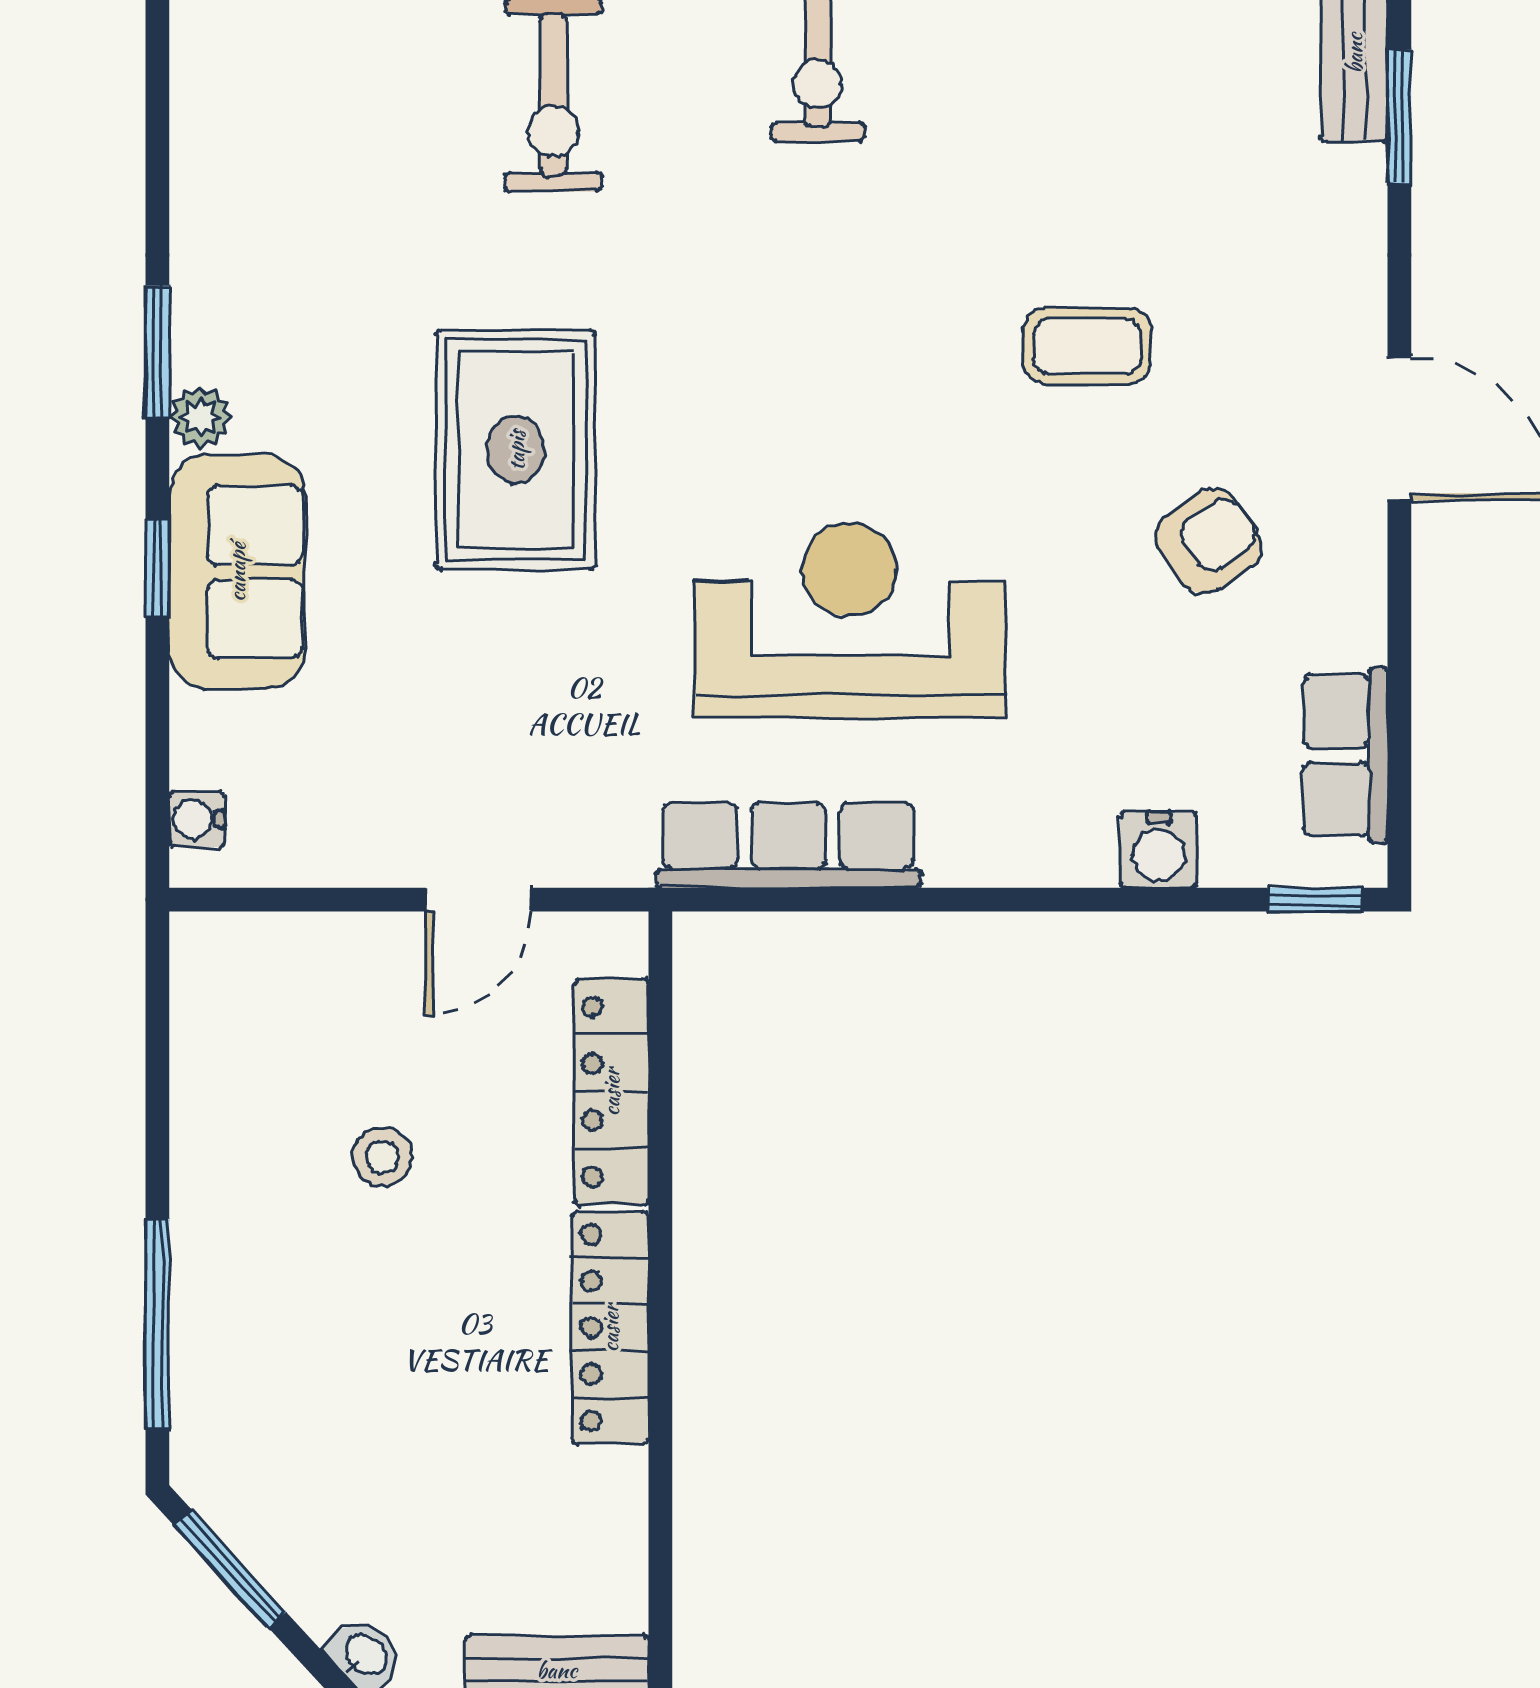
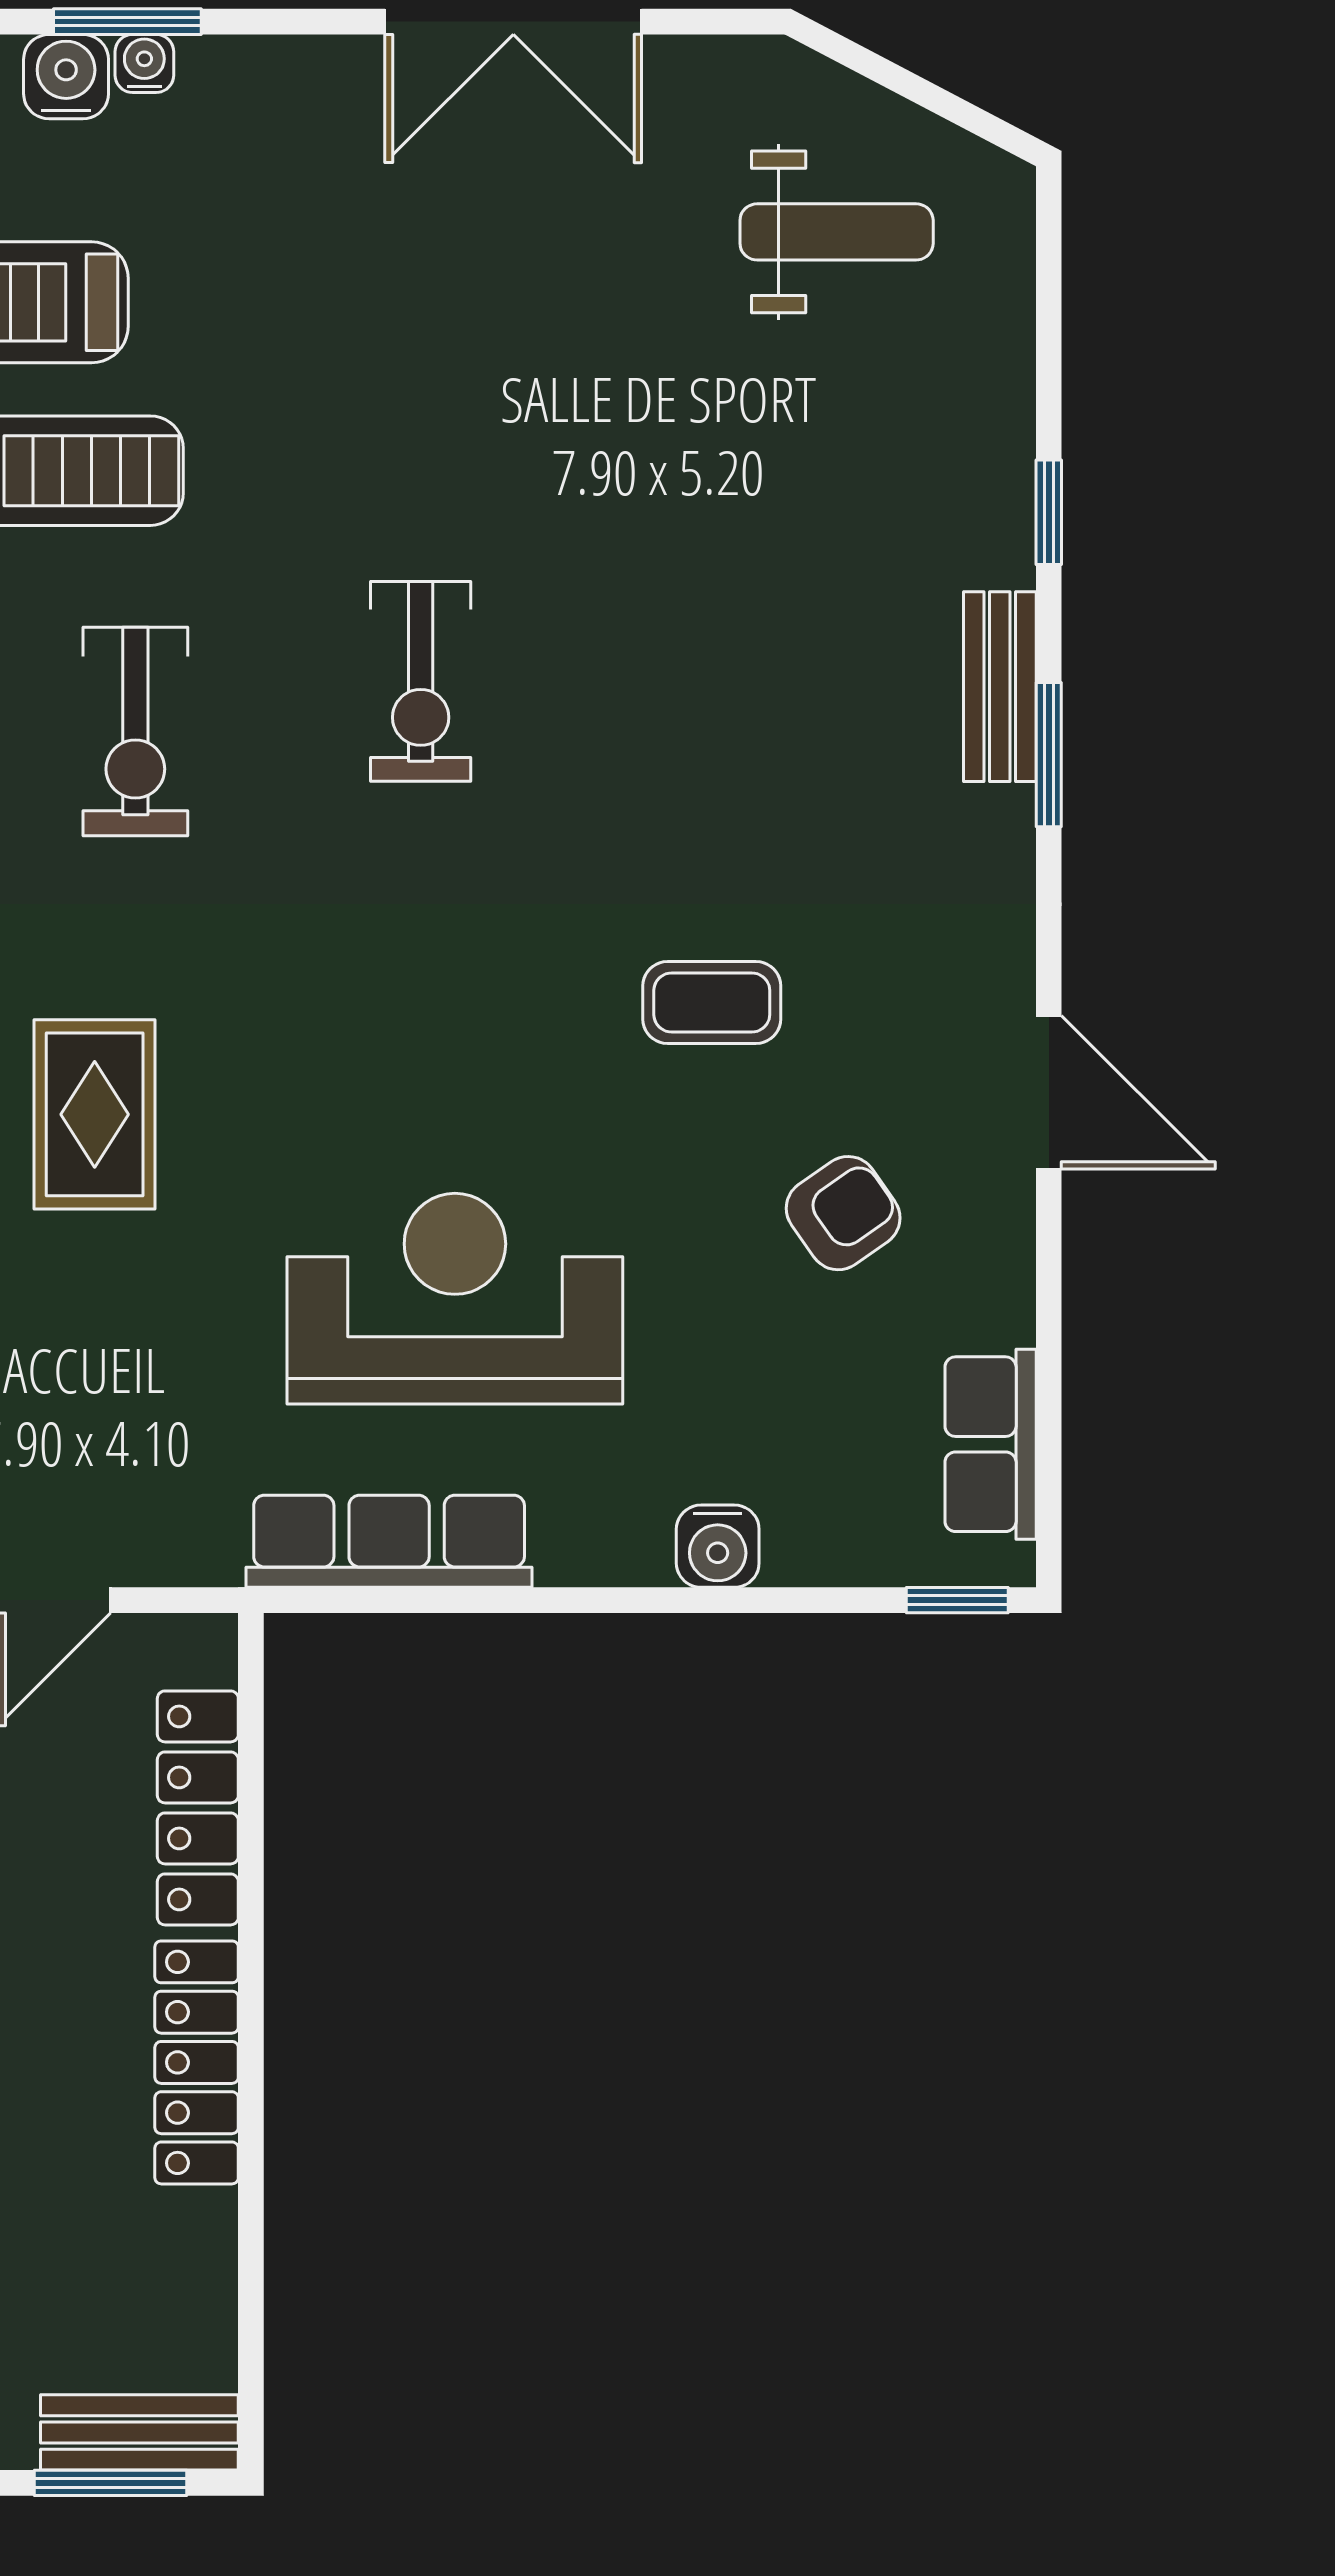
rug: (516, 450) -> (95, 1114), width x0.73, depth x0.70
water cooler: (1158, 849) -> (718, 1546), moved

